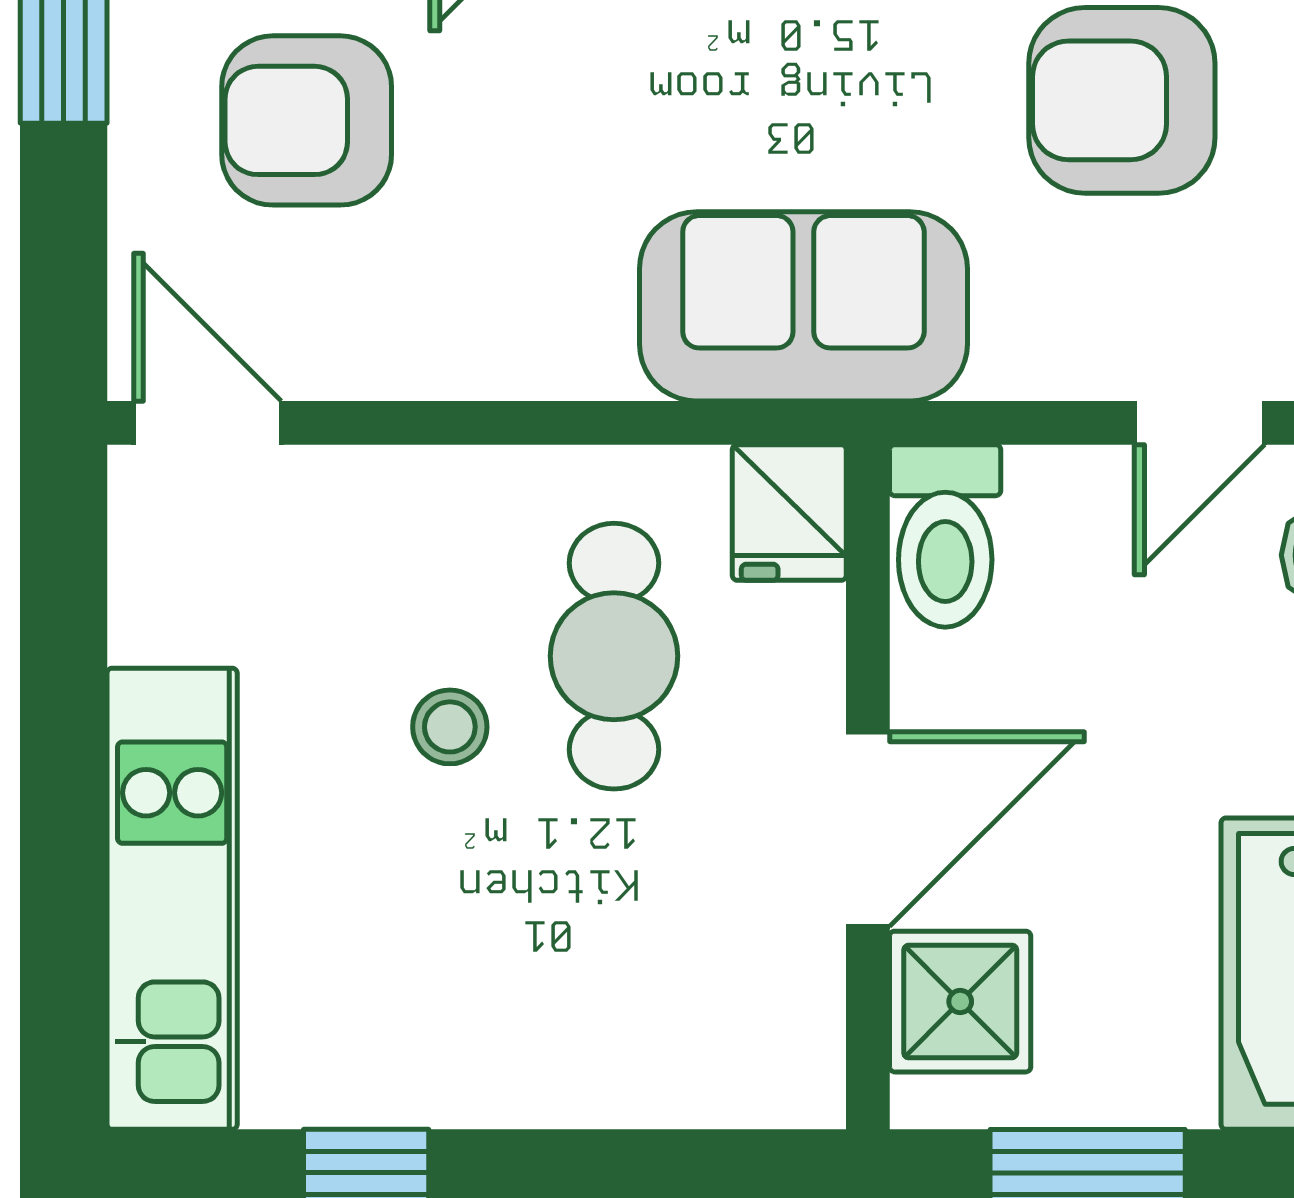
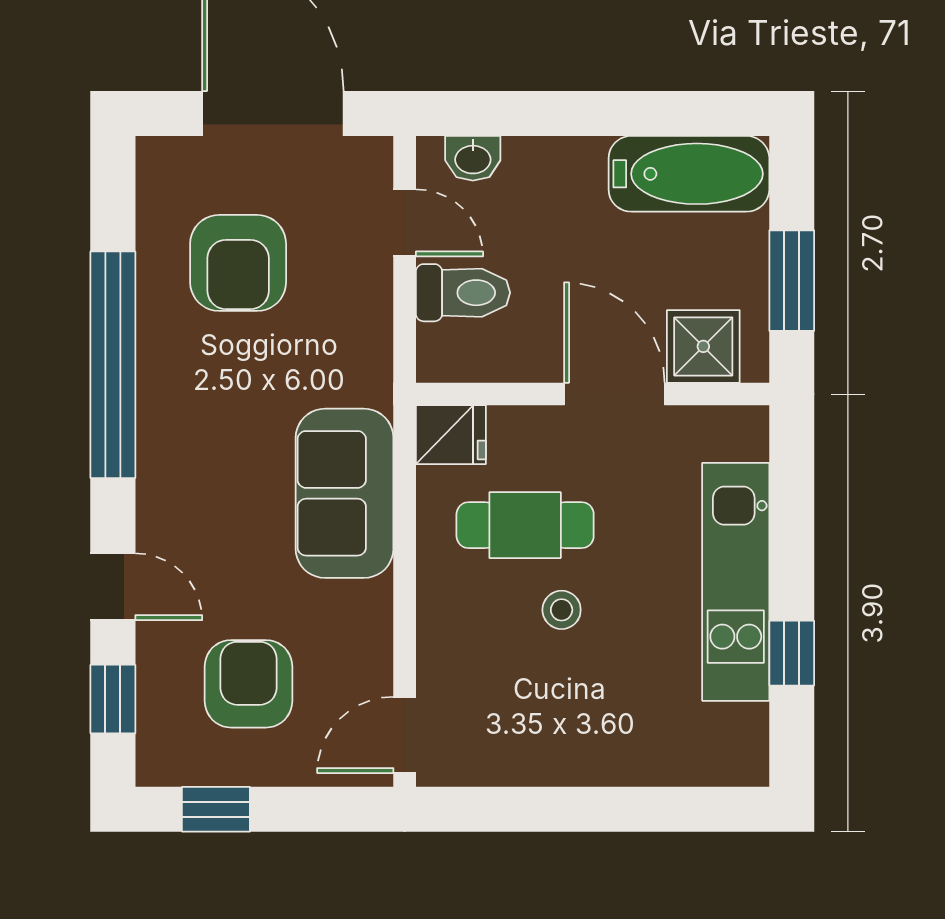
armchair: (307, 120) -> (248, 684), turned 180
sofa: (803, 306) -> (344, 493), moved
toilet: (945, 536) -> (463, 293), moved
kitchen unit: (172, 899) -> (736, 582), moved, turned -90

